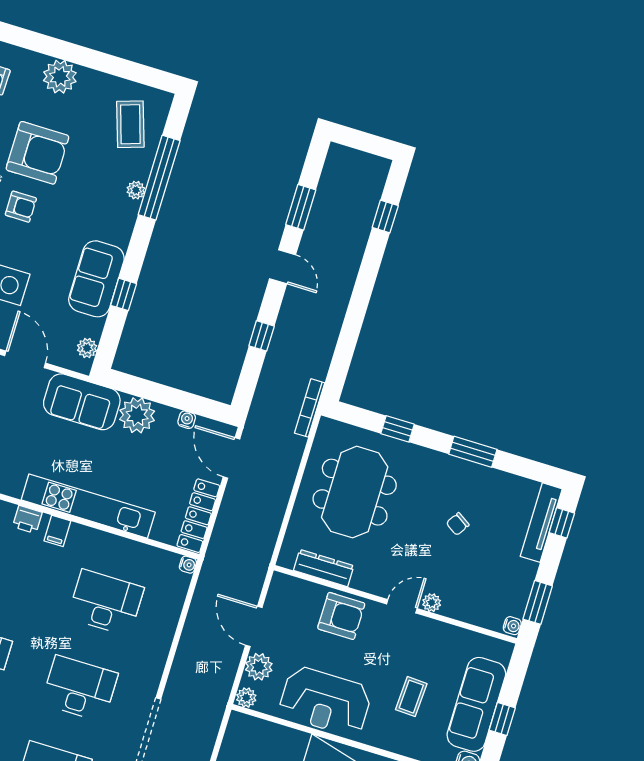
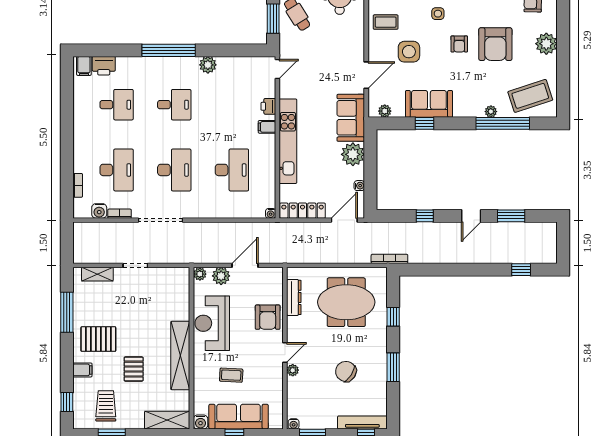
coffee table: (130, 124) -> (530, 96), width x1.36, depth x1.32
chair: (458, 524) -> (346, 371), width x1.87, depth x1.87
door: (402, 606) -> (285, 352), hinge flipped

